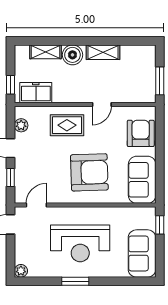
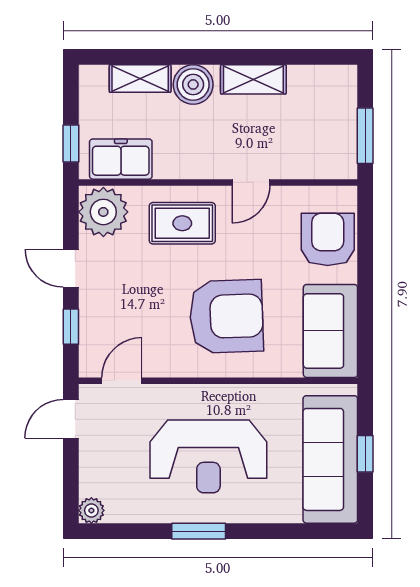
plant: (21, 125) -> (103, 212), width x1.88, depth x1.88
window: (160, 225) -> (365, 454), moved
sofa: (142, 253) -> (330, 459), width x1.36

